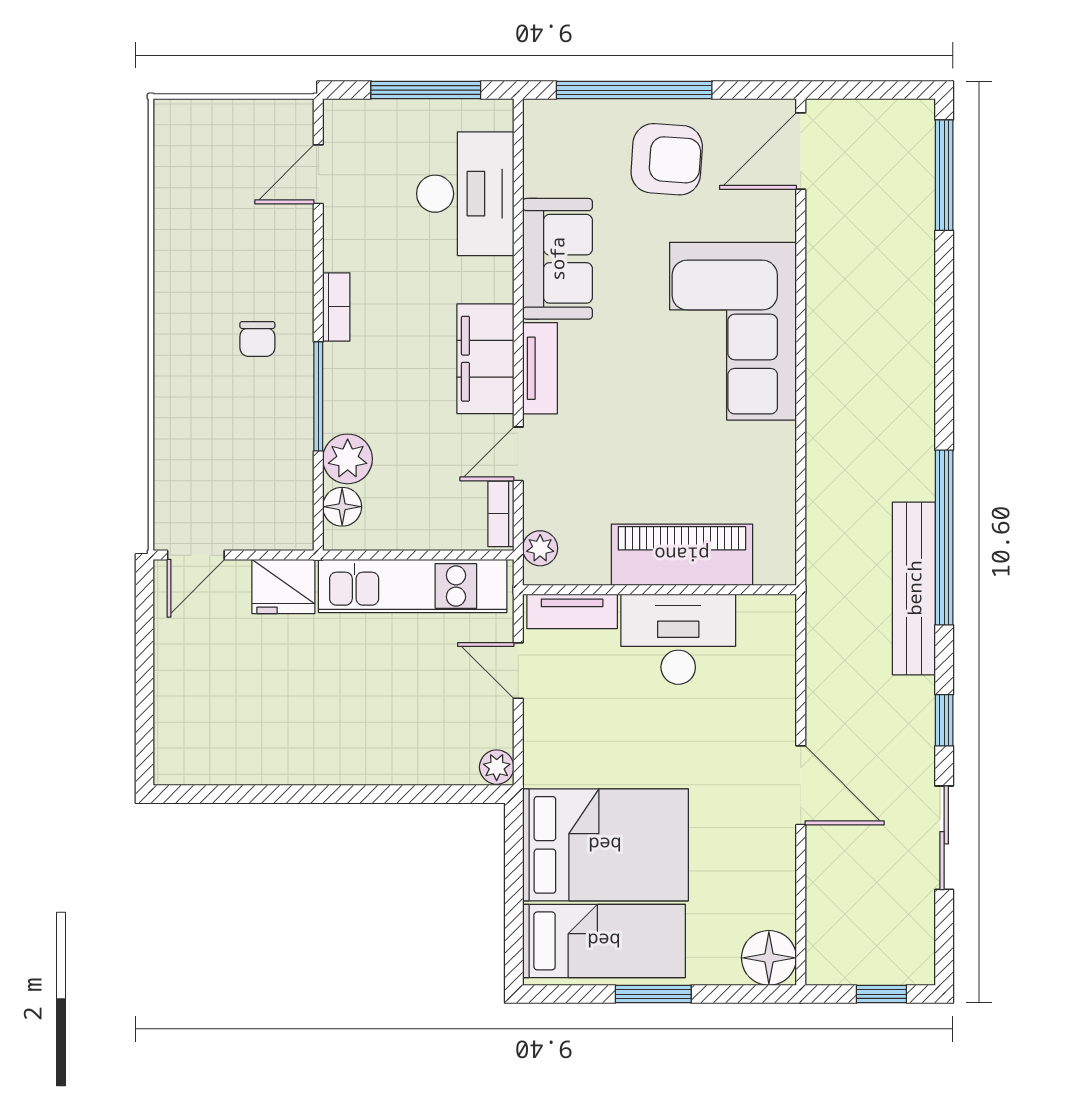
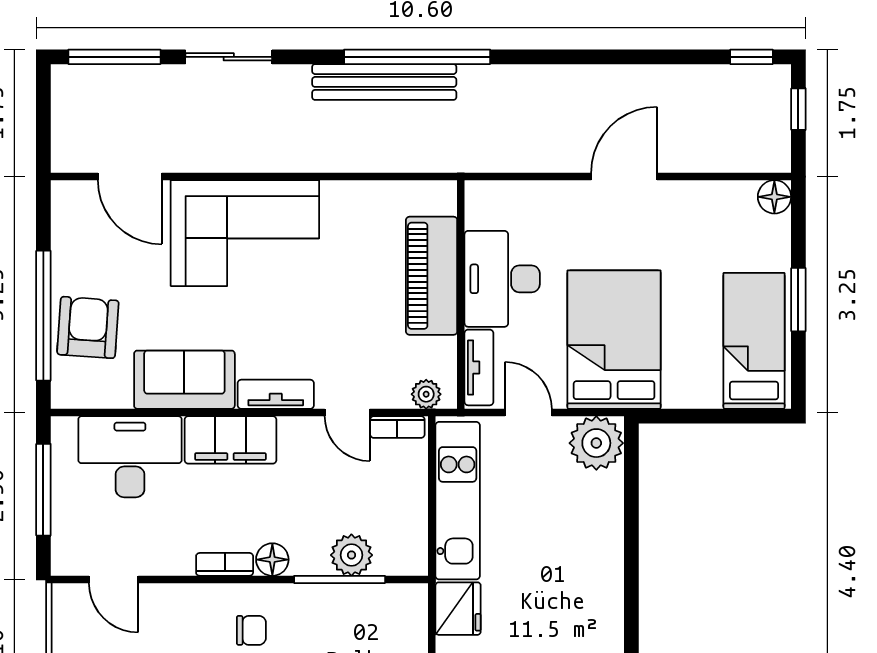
door: (801, 151) -> (130, 177), moved
armchair: (667, 159) -> (88, 327), moved
filing cabinet: (485, 359) -> (230, 440), moved
window: (318, 396) -> (340, 579), moved
floor lamp: (342, 507) -> (272, 560), moved
bench: (914, 588) -> (384, 82), moved
door: (518, 671) -> (528, 412), swing flipped
window: (944, 720) -> (752, 57), moved
plant: (497, 767) -> (596, 443), width x1.88, depth x1.88
sliding door: (944, 838) -> (229, 57), moved
bed: (605, 845) -> (614, 340), moved
floor lamp: (769, 958) -> (774, 197), width x0.73, depth x0.73

